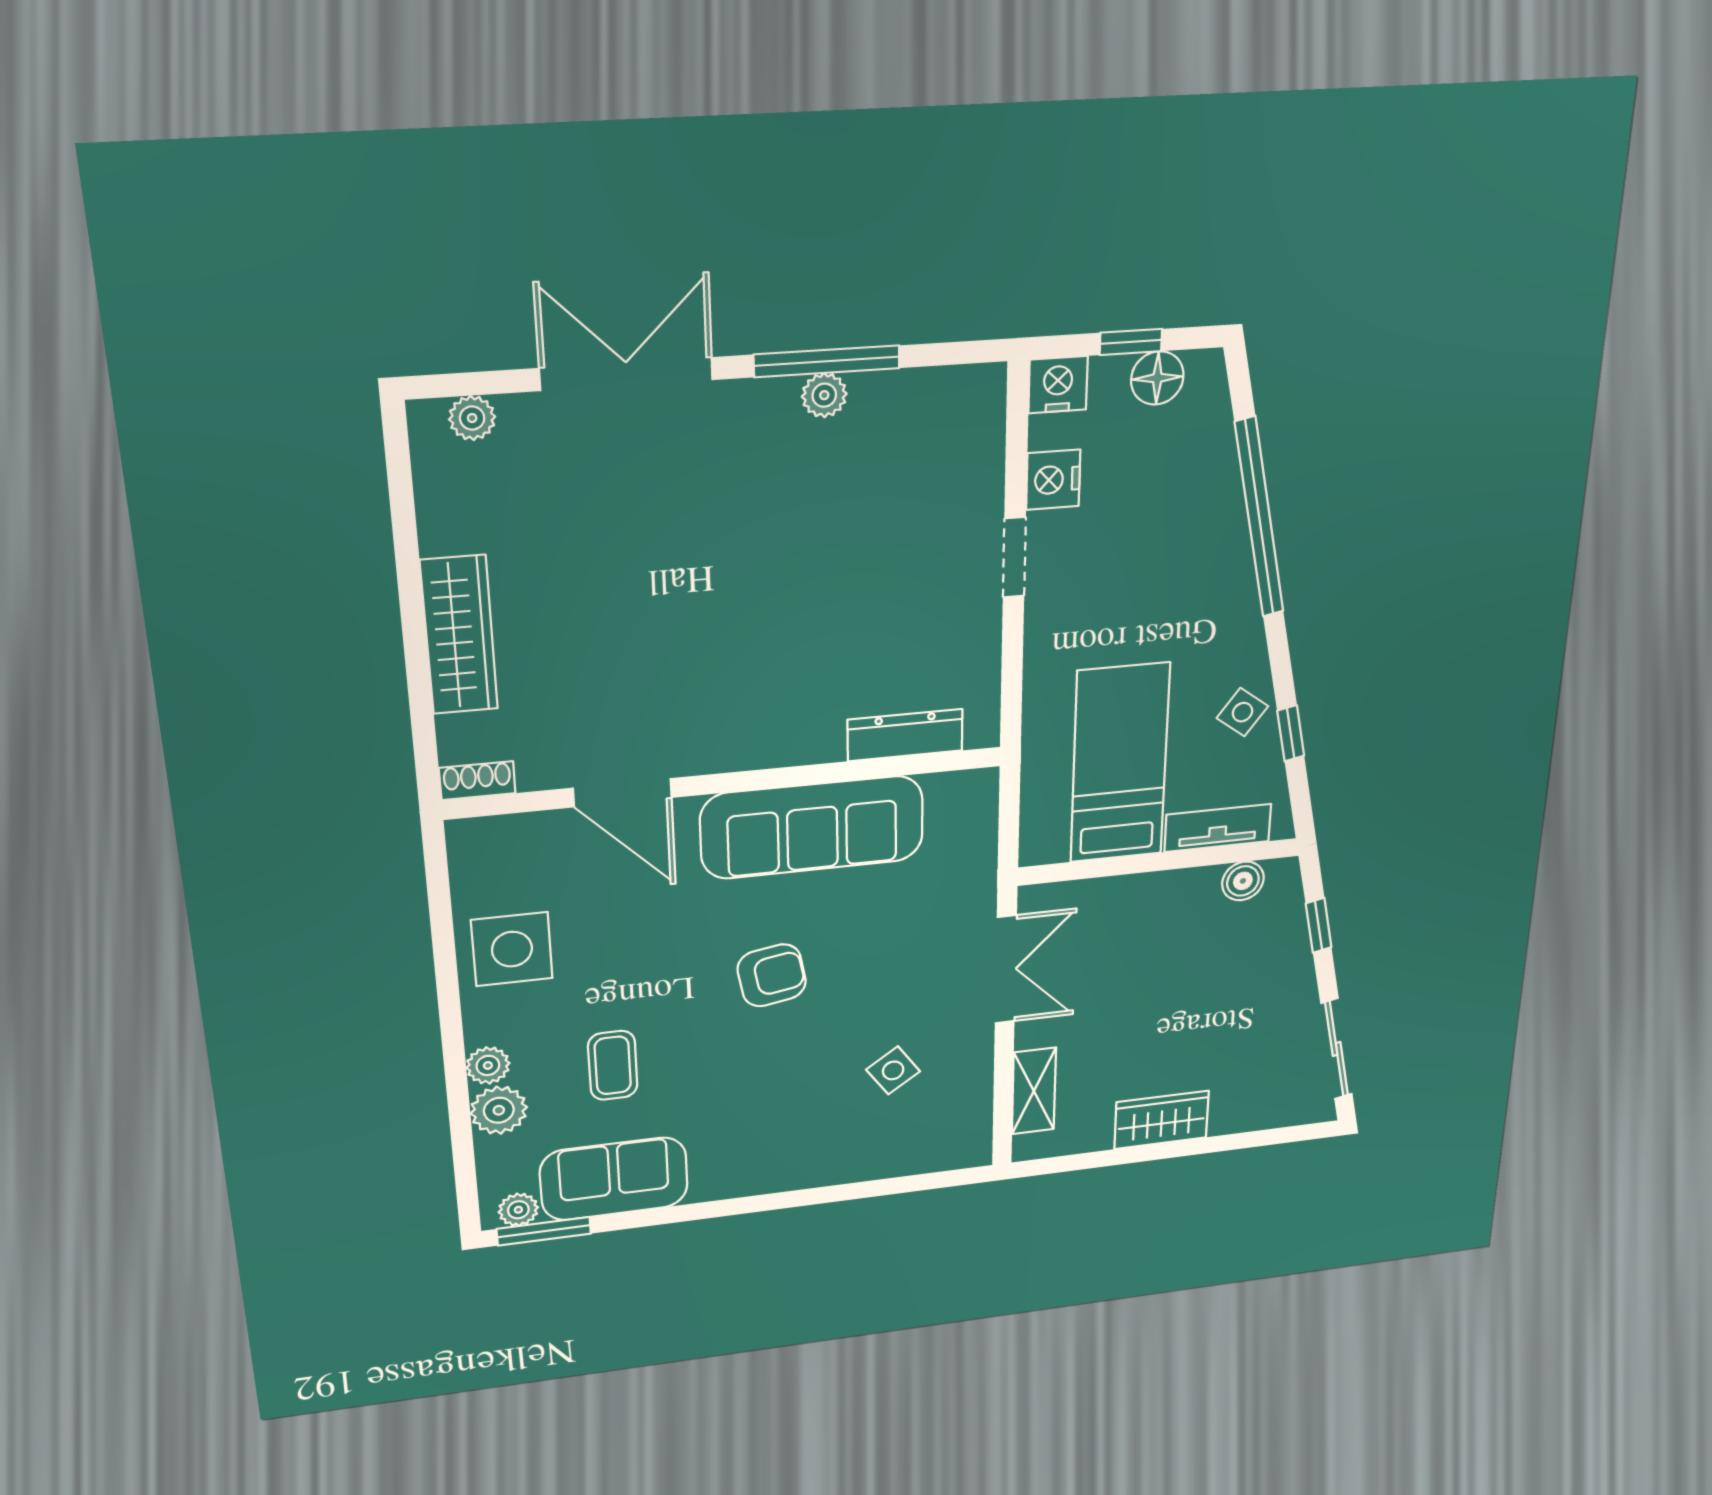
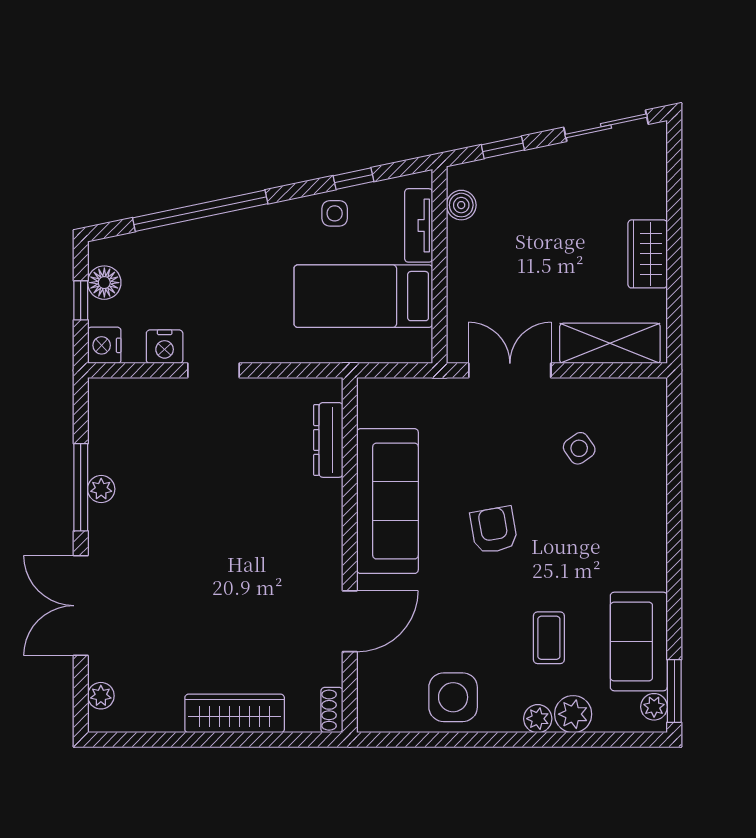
side table: (1242, 712) -> (335, 213), turned -37
coffee table: (613, 1065) -> (549, 638), turned 90
shelving: (1034, 1091) -> (610, 343), width x1.50, depth x1.33

